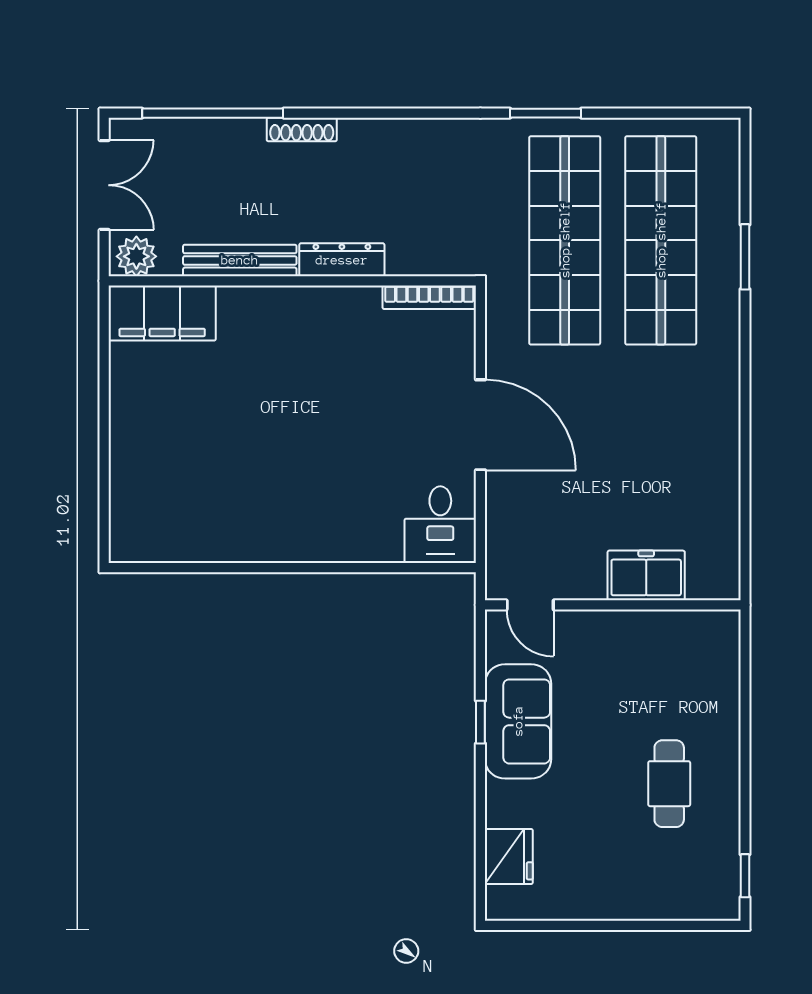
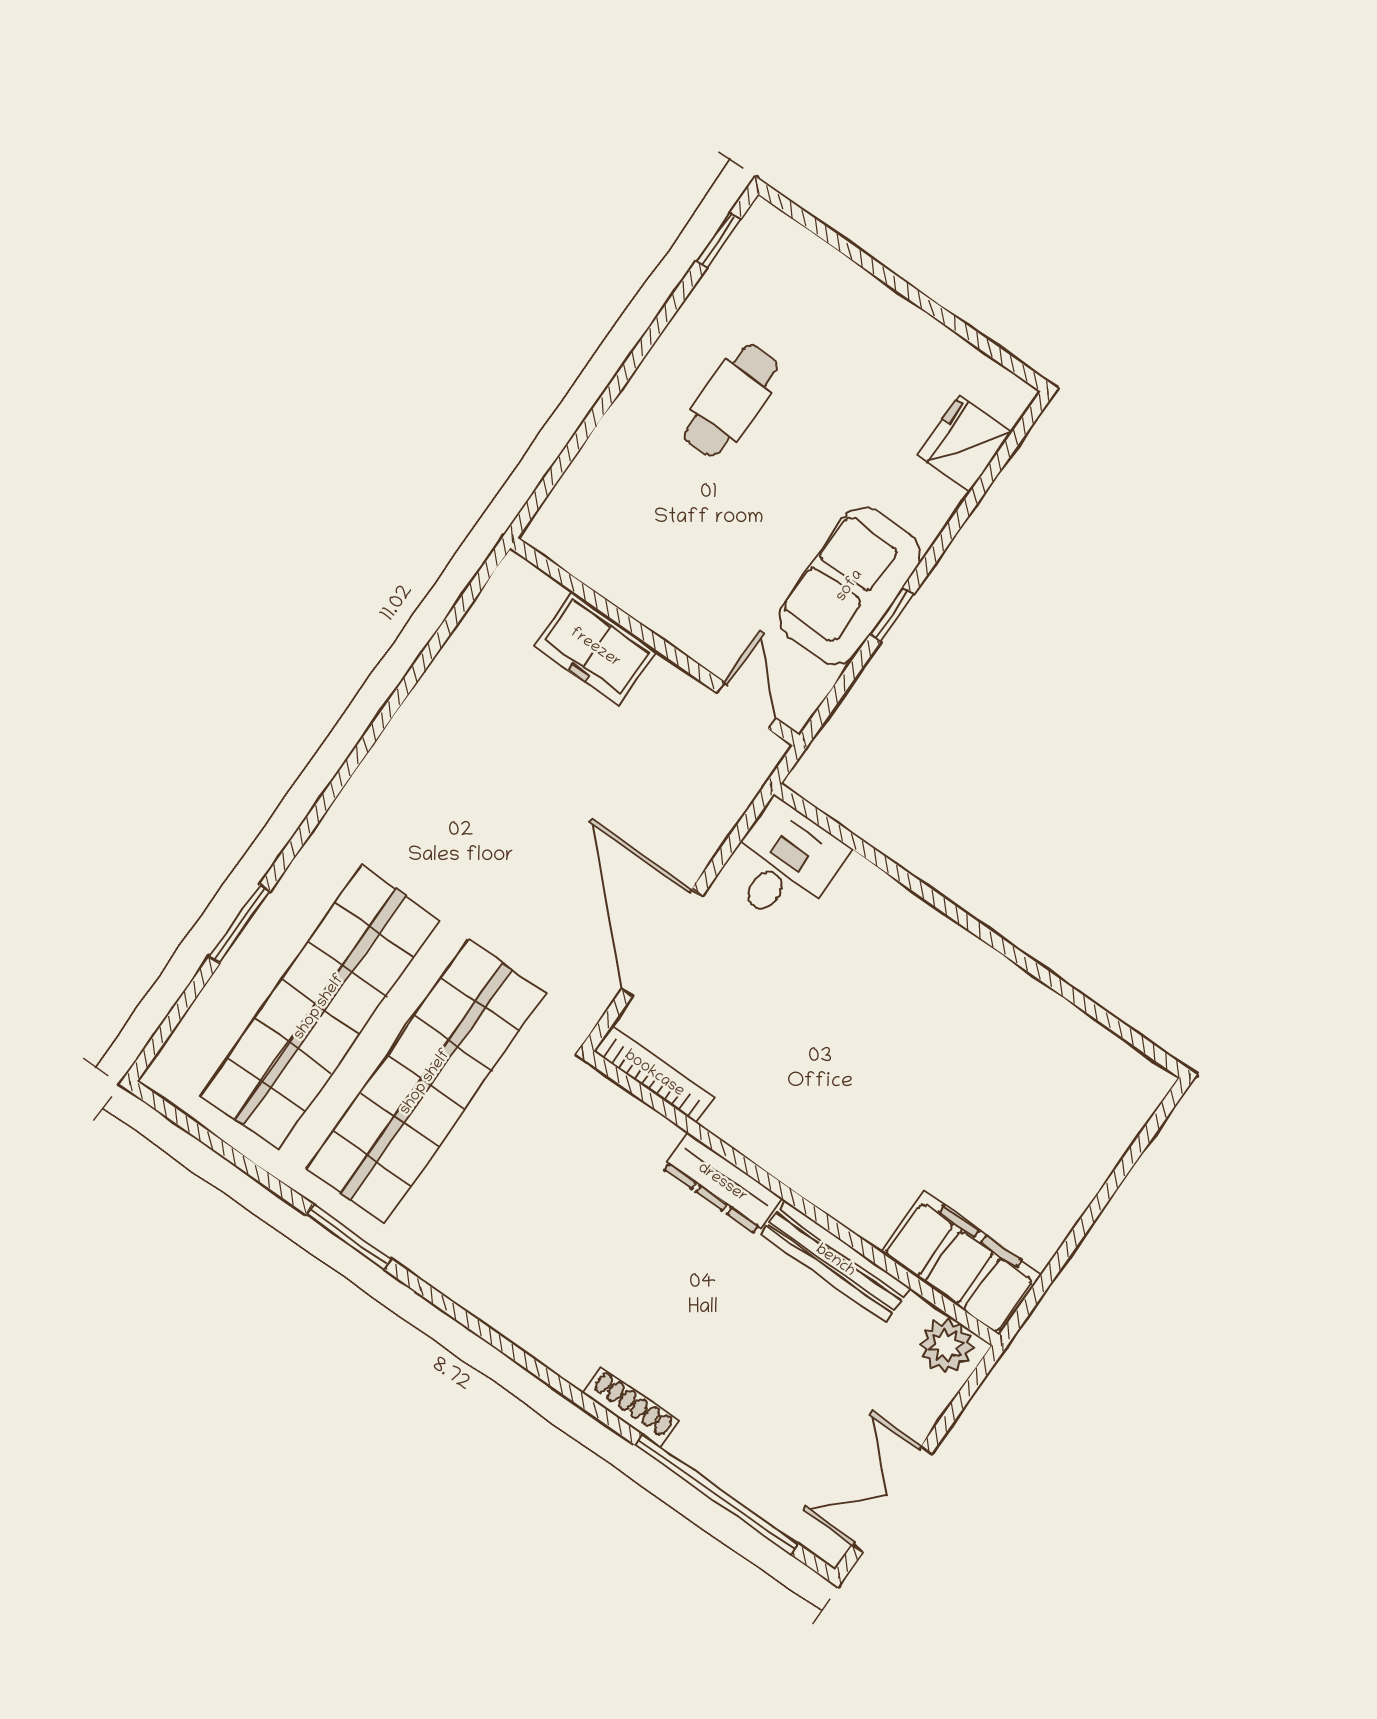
plant: (136, 256) -> (946, 1346), moved
bench: (240, 260) -> (835, 1261), moved
dresser: (342, 260) -> (722, 1183), moved
wall: (292, 281) -> (793, 1198), moved
bookcase: (429, 297) -> (654, 1074), moved
filing cabinet: (162, 313) -> (962, 1263), moved

